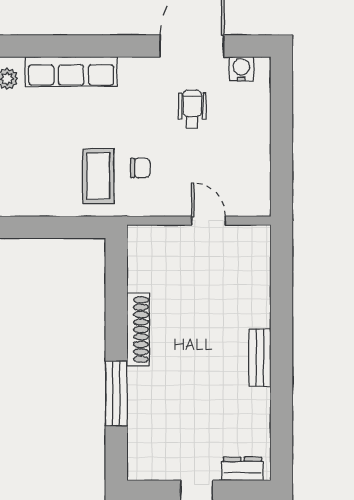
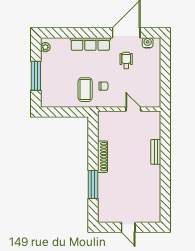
row of seats: (71, 71) -> (90, 44), moved
bench: (260, 357) -> (156, 152), moved
dresser: (242, 469) -> (148, 218), removed

